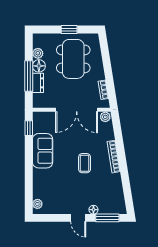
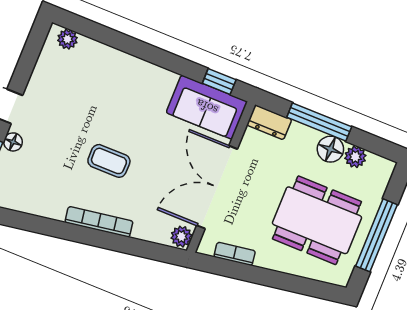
window: (69, 30) -> (376, 235), width x2.17
dresser: (38, 83) -> (269, 122), moved
sofa: (43, 151) -> (207, 107), moved

